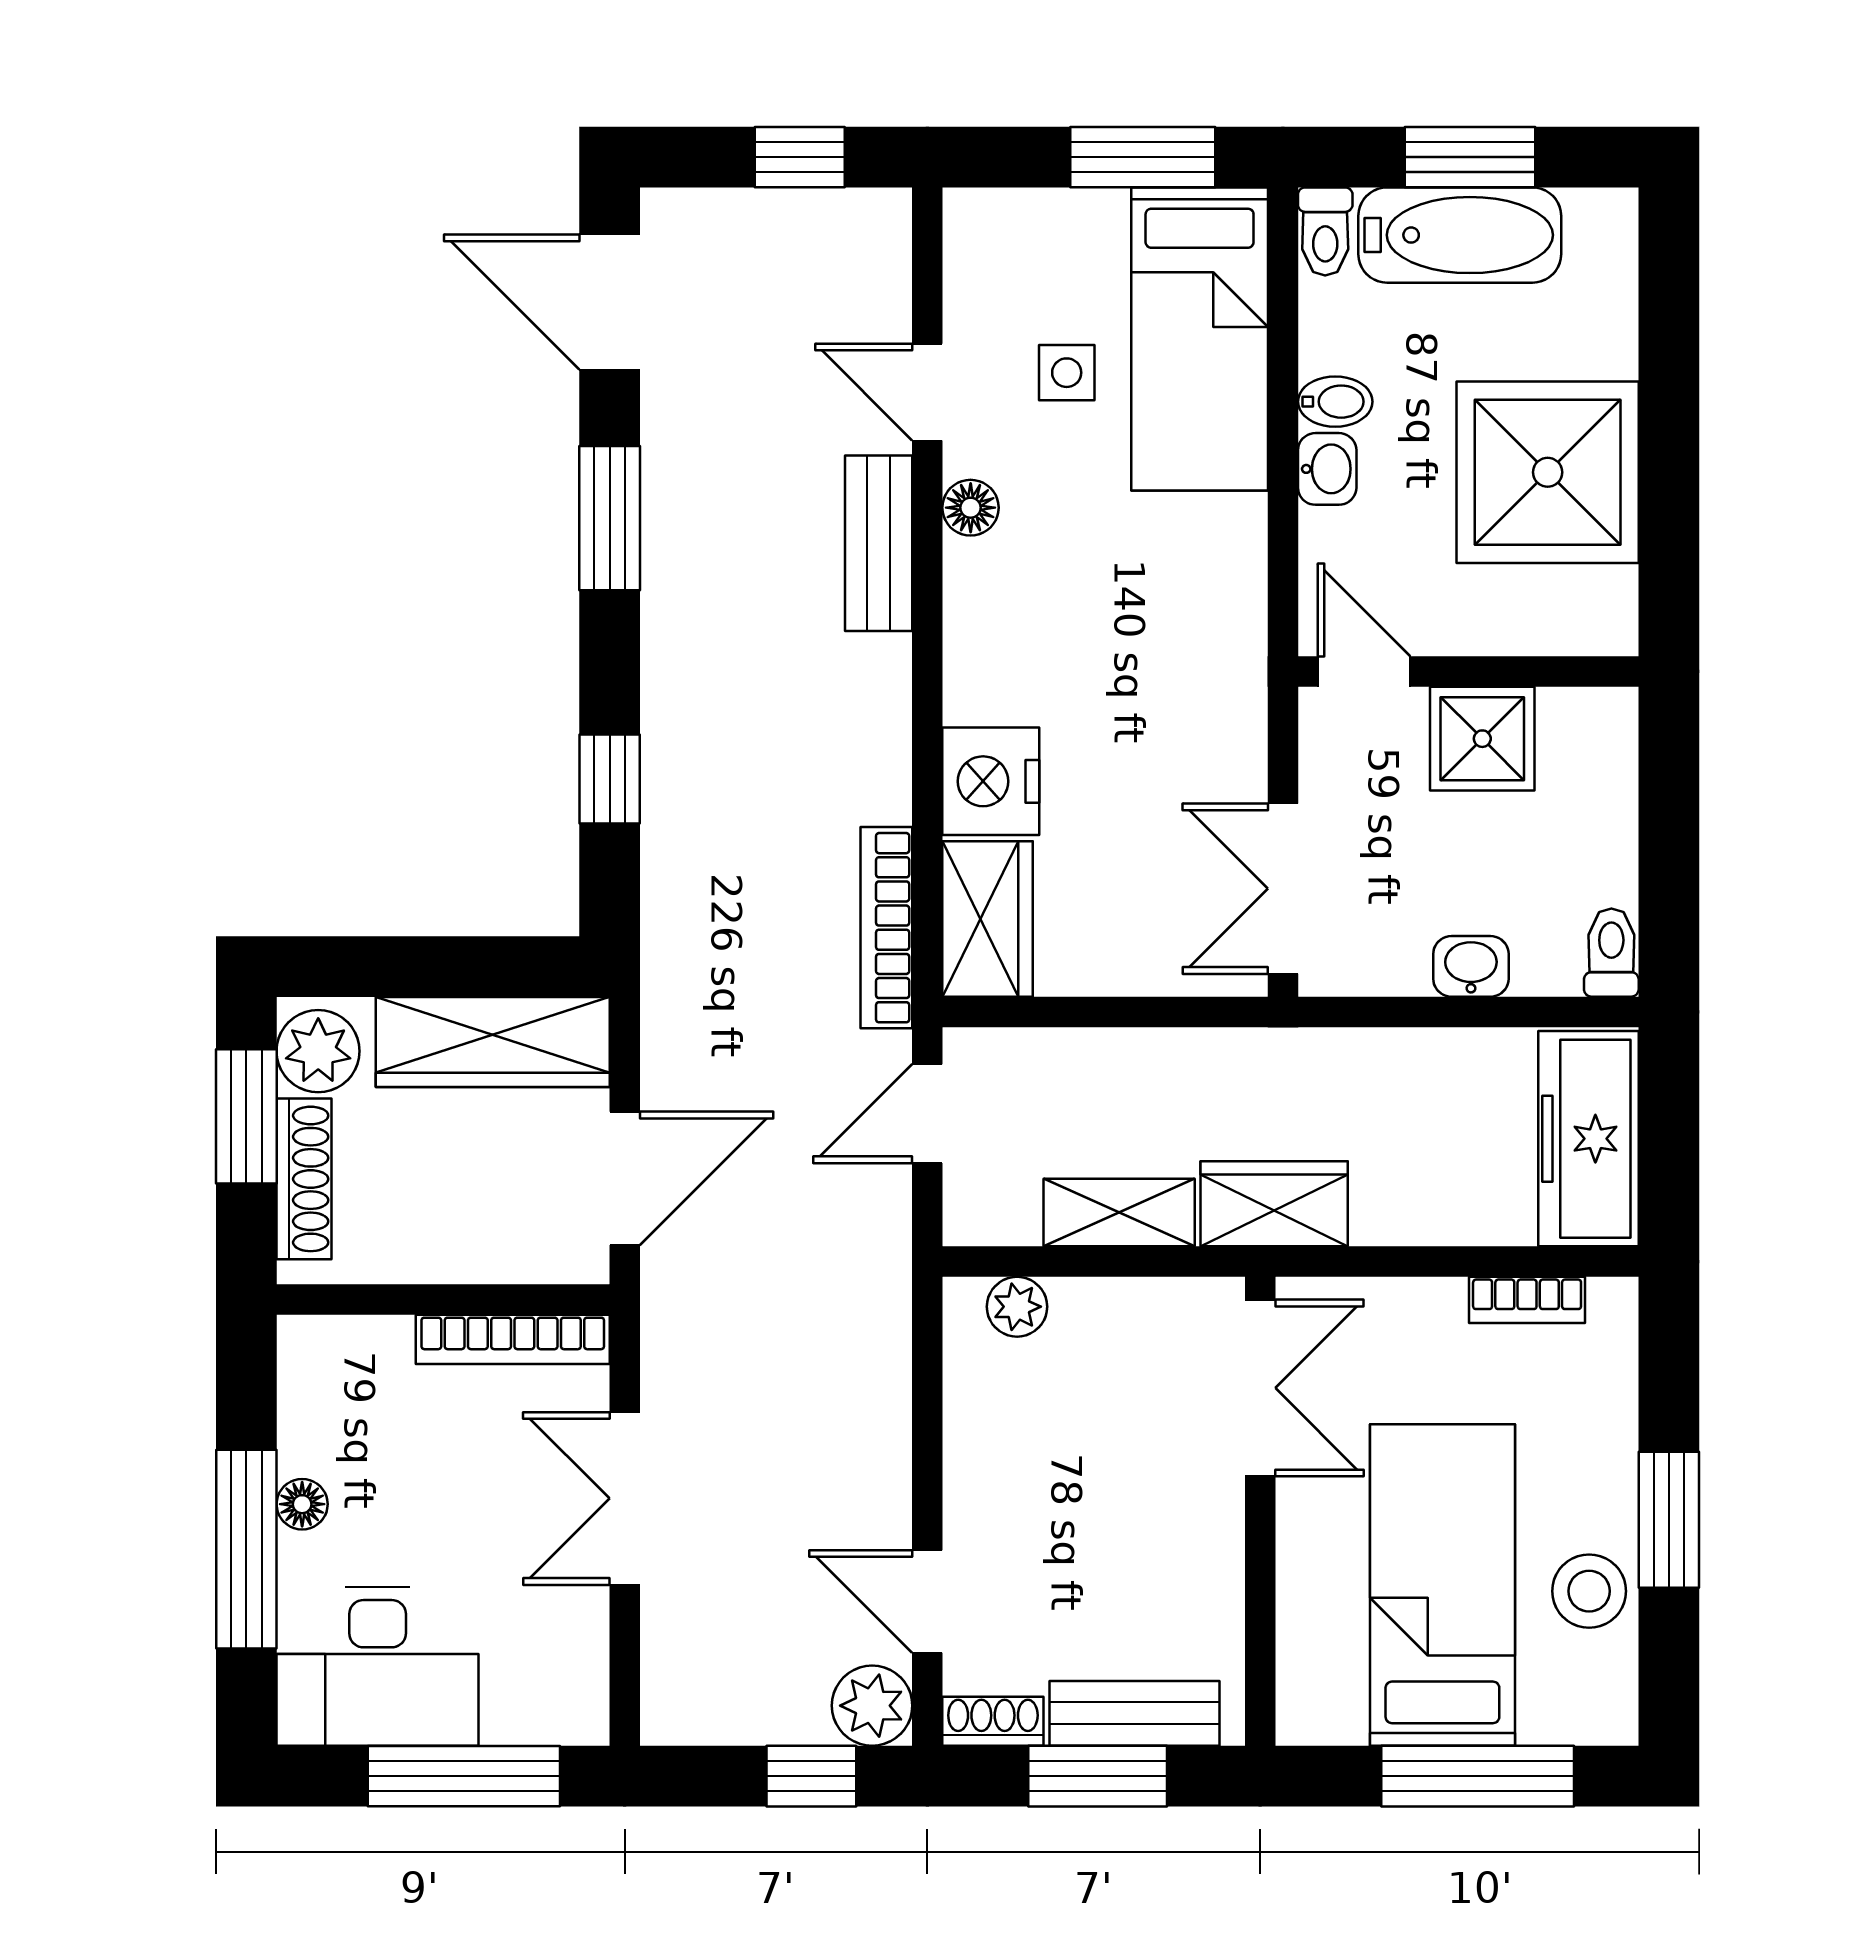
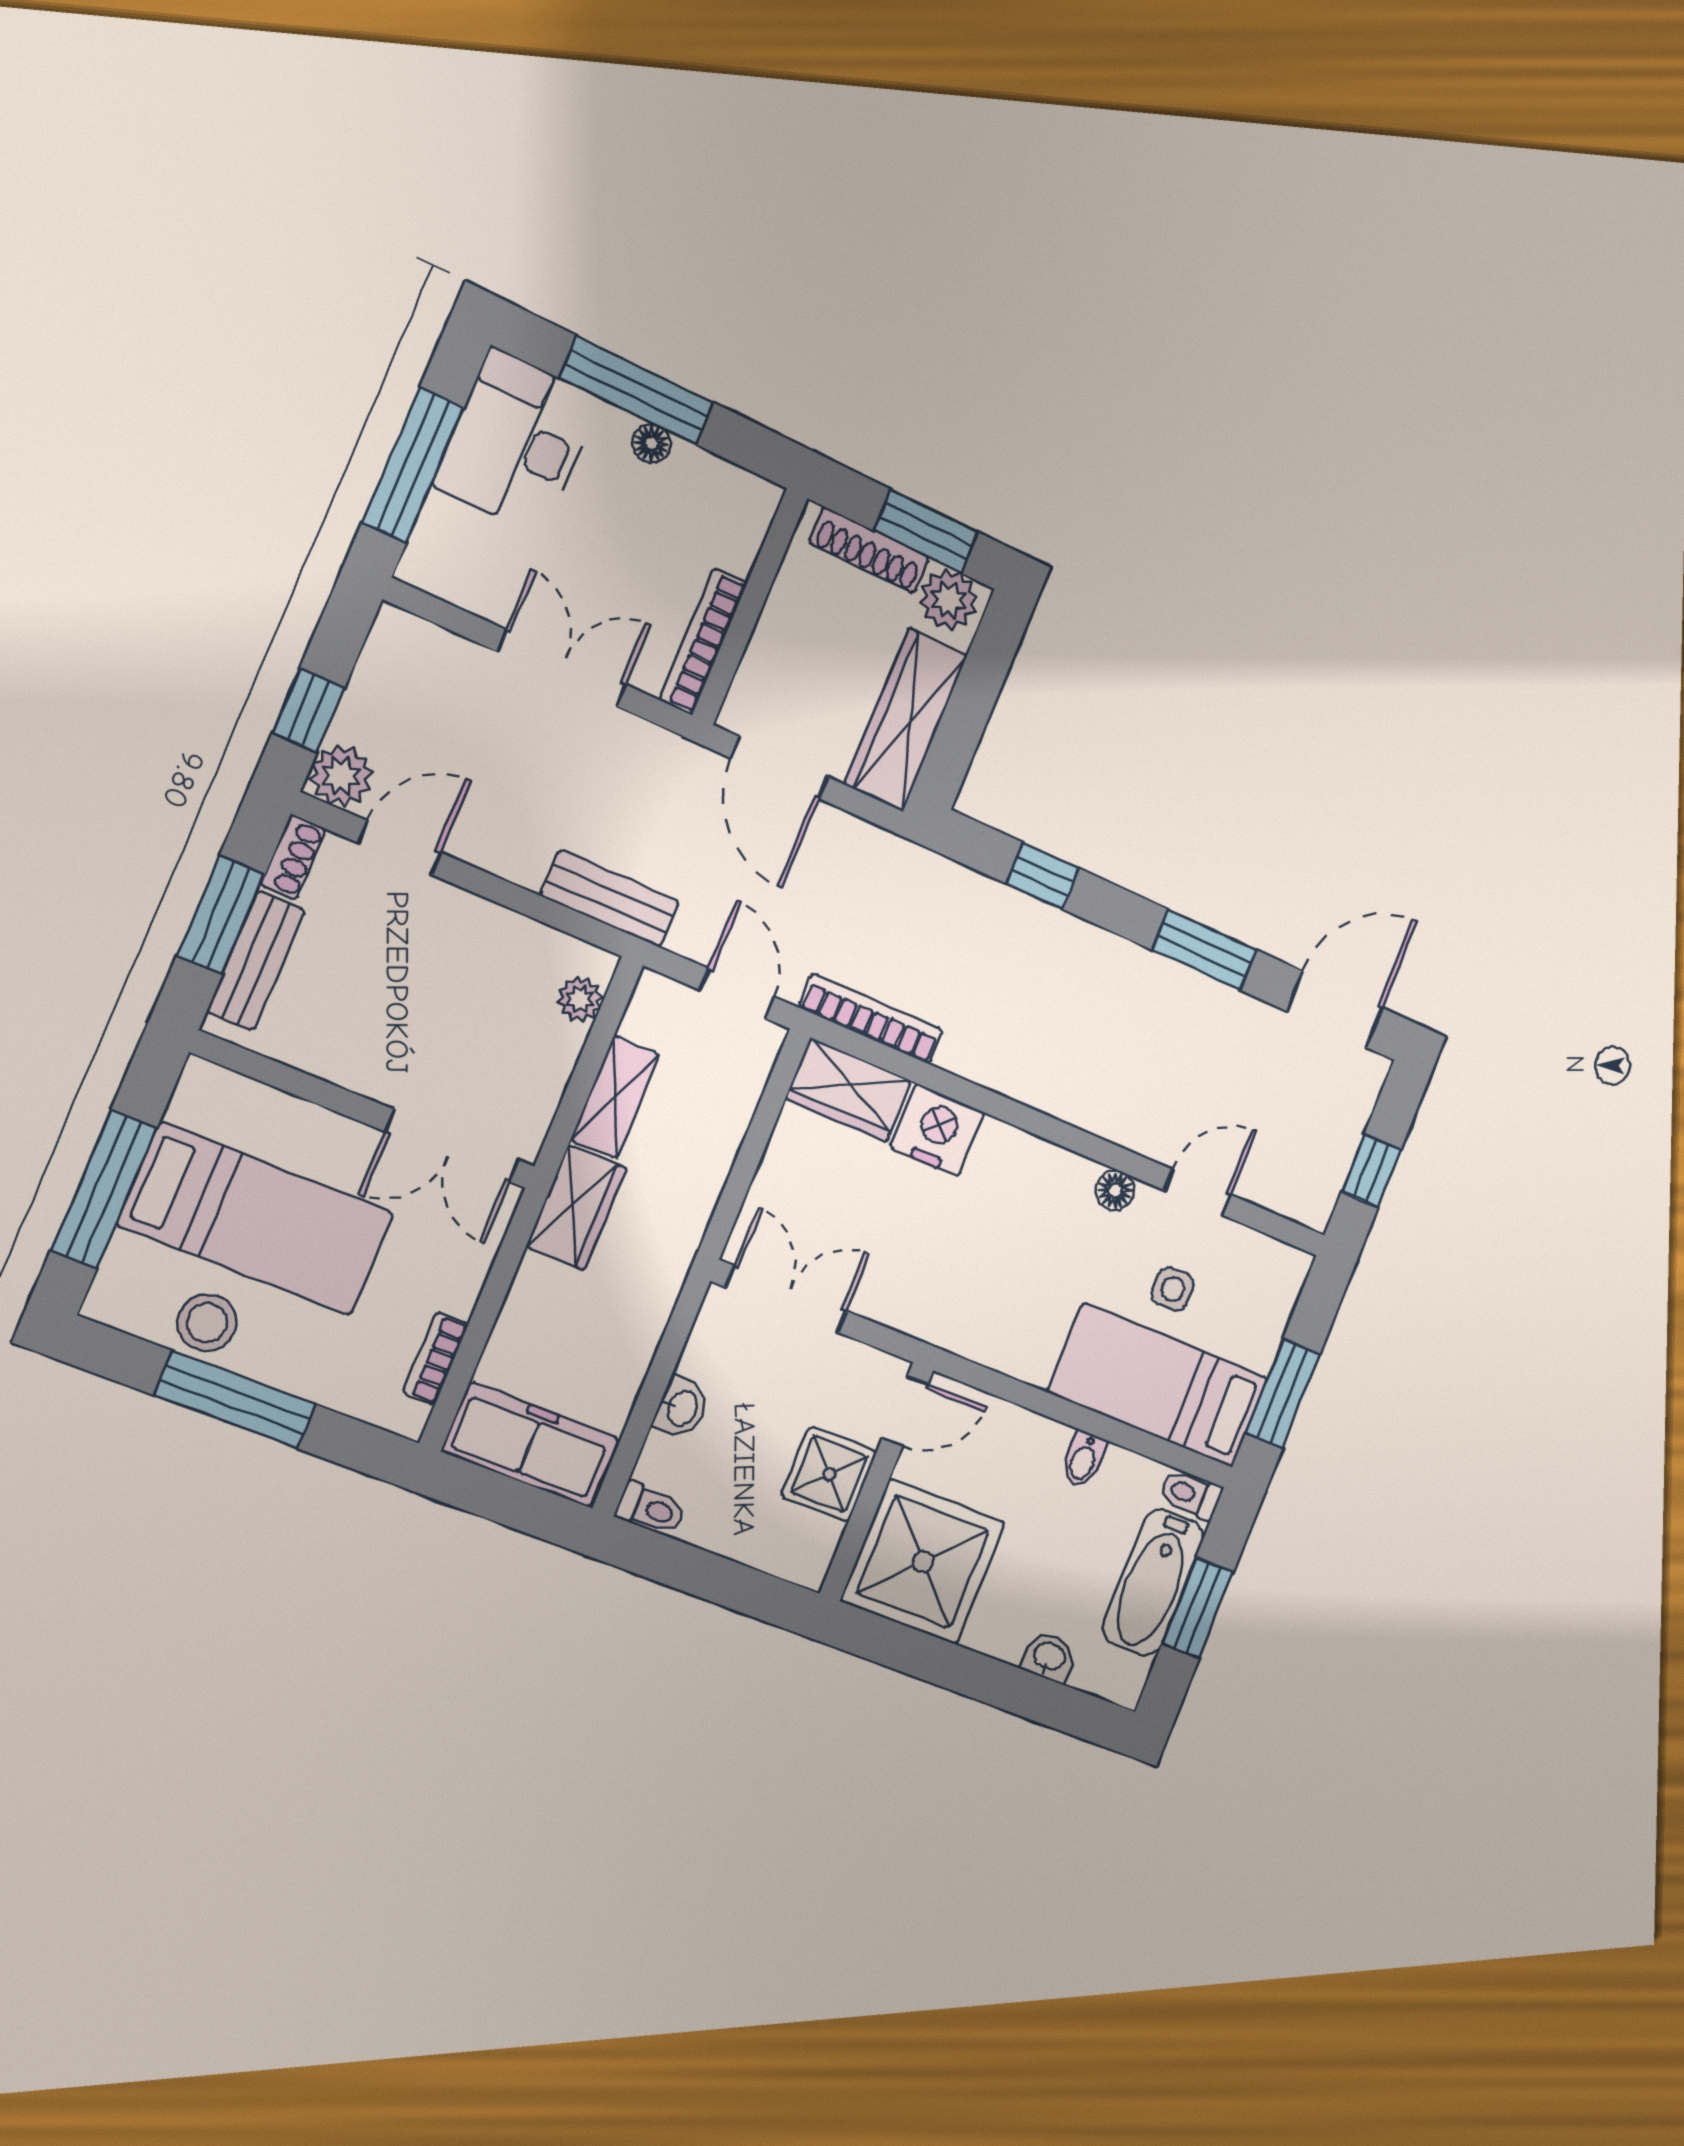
washbasin: (1327, 469) -> (1049, 1657), moved, turned 180
shower: (1548, 472) -> (923, 1562), moved
bench: (879, 543) -> (610, 899), moved
window: (1669, 1520) -> (235, 1400), width x1.44

